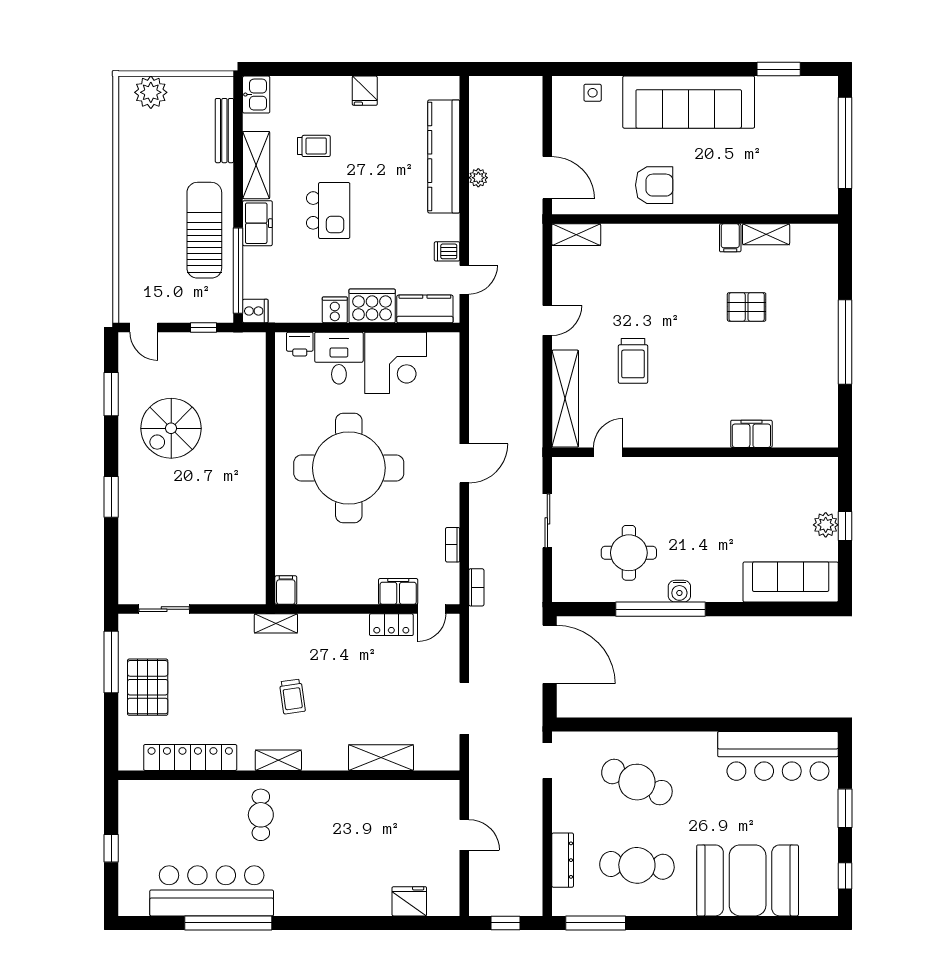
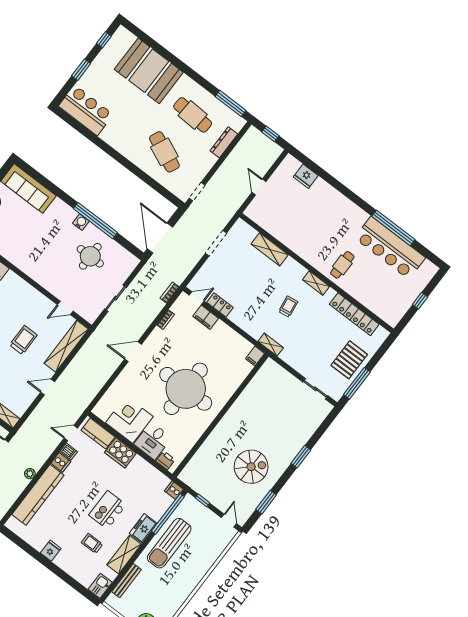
cooker: (335, 310) -> (61, 462), moved, turned -90
bar counter: (778, 756) -> (86, 110), width x0.73

